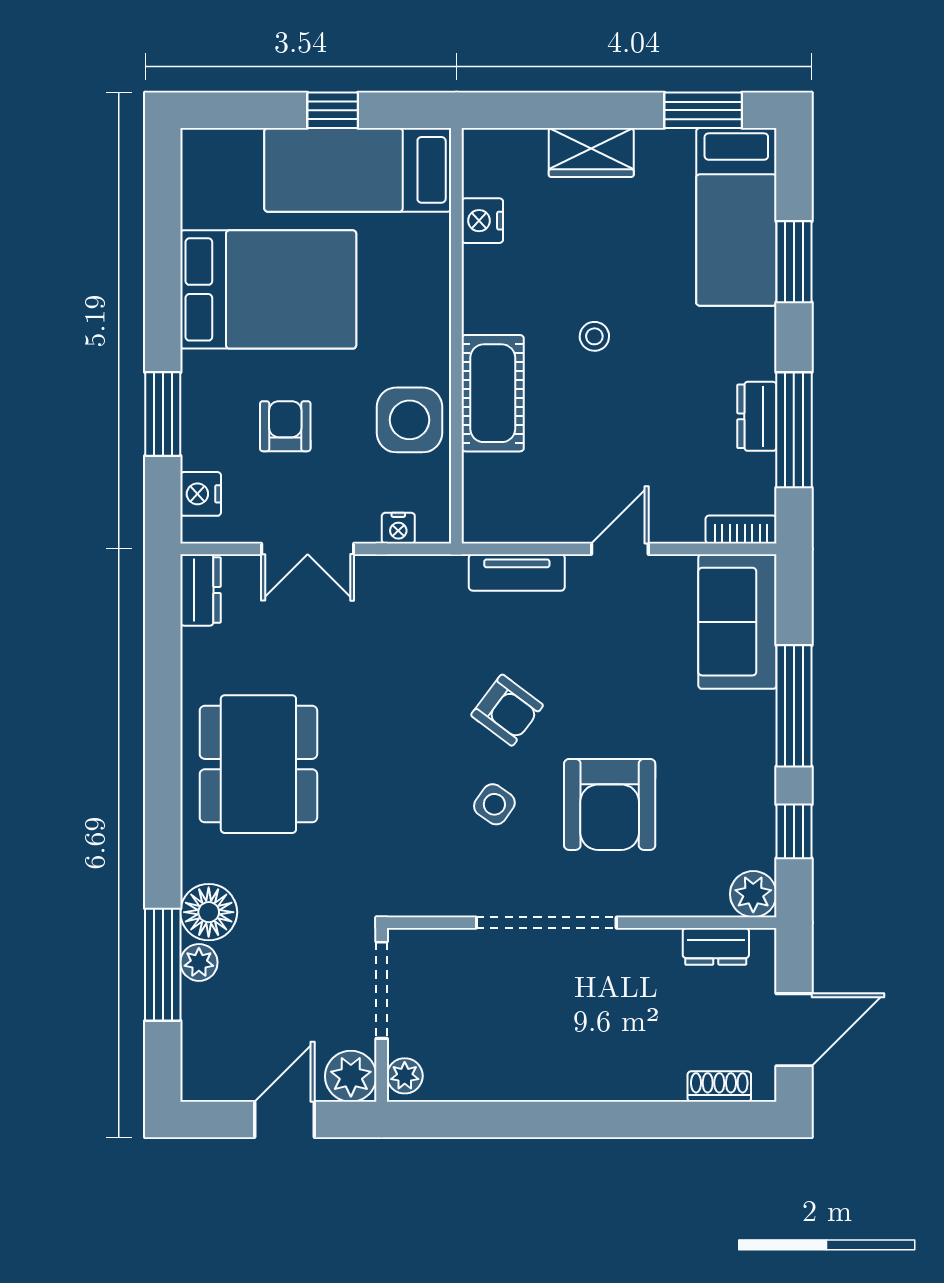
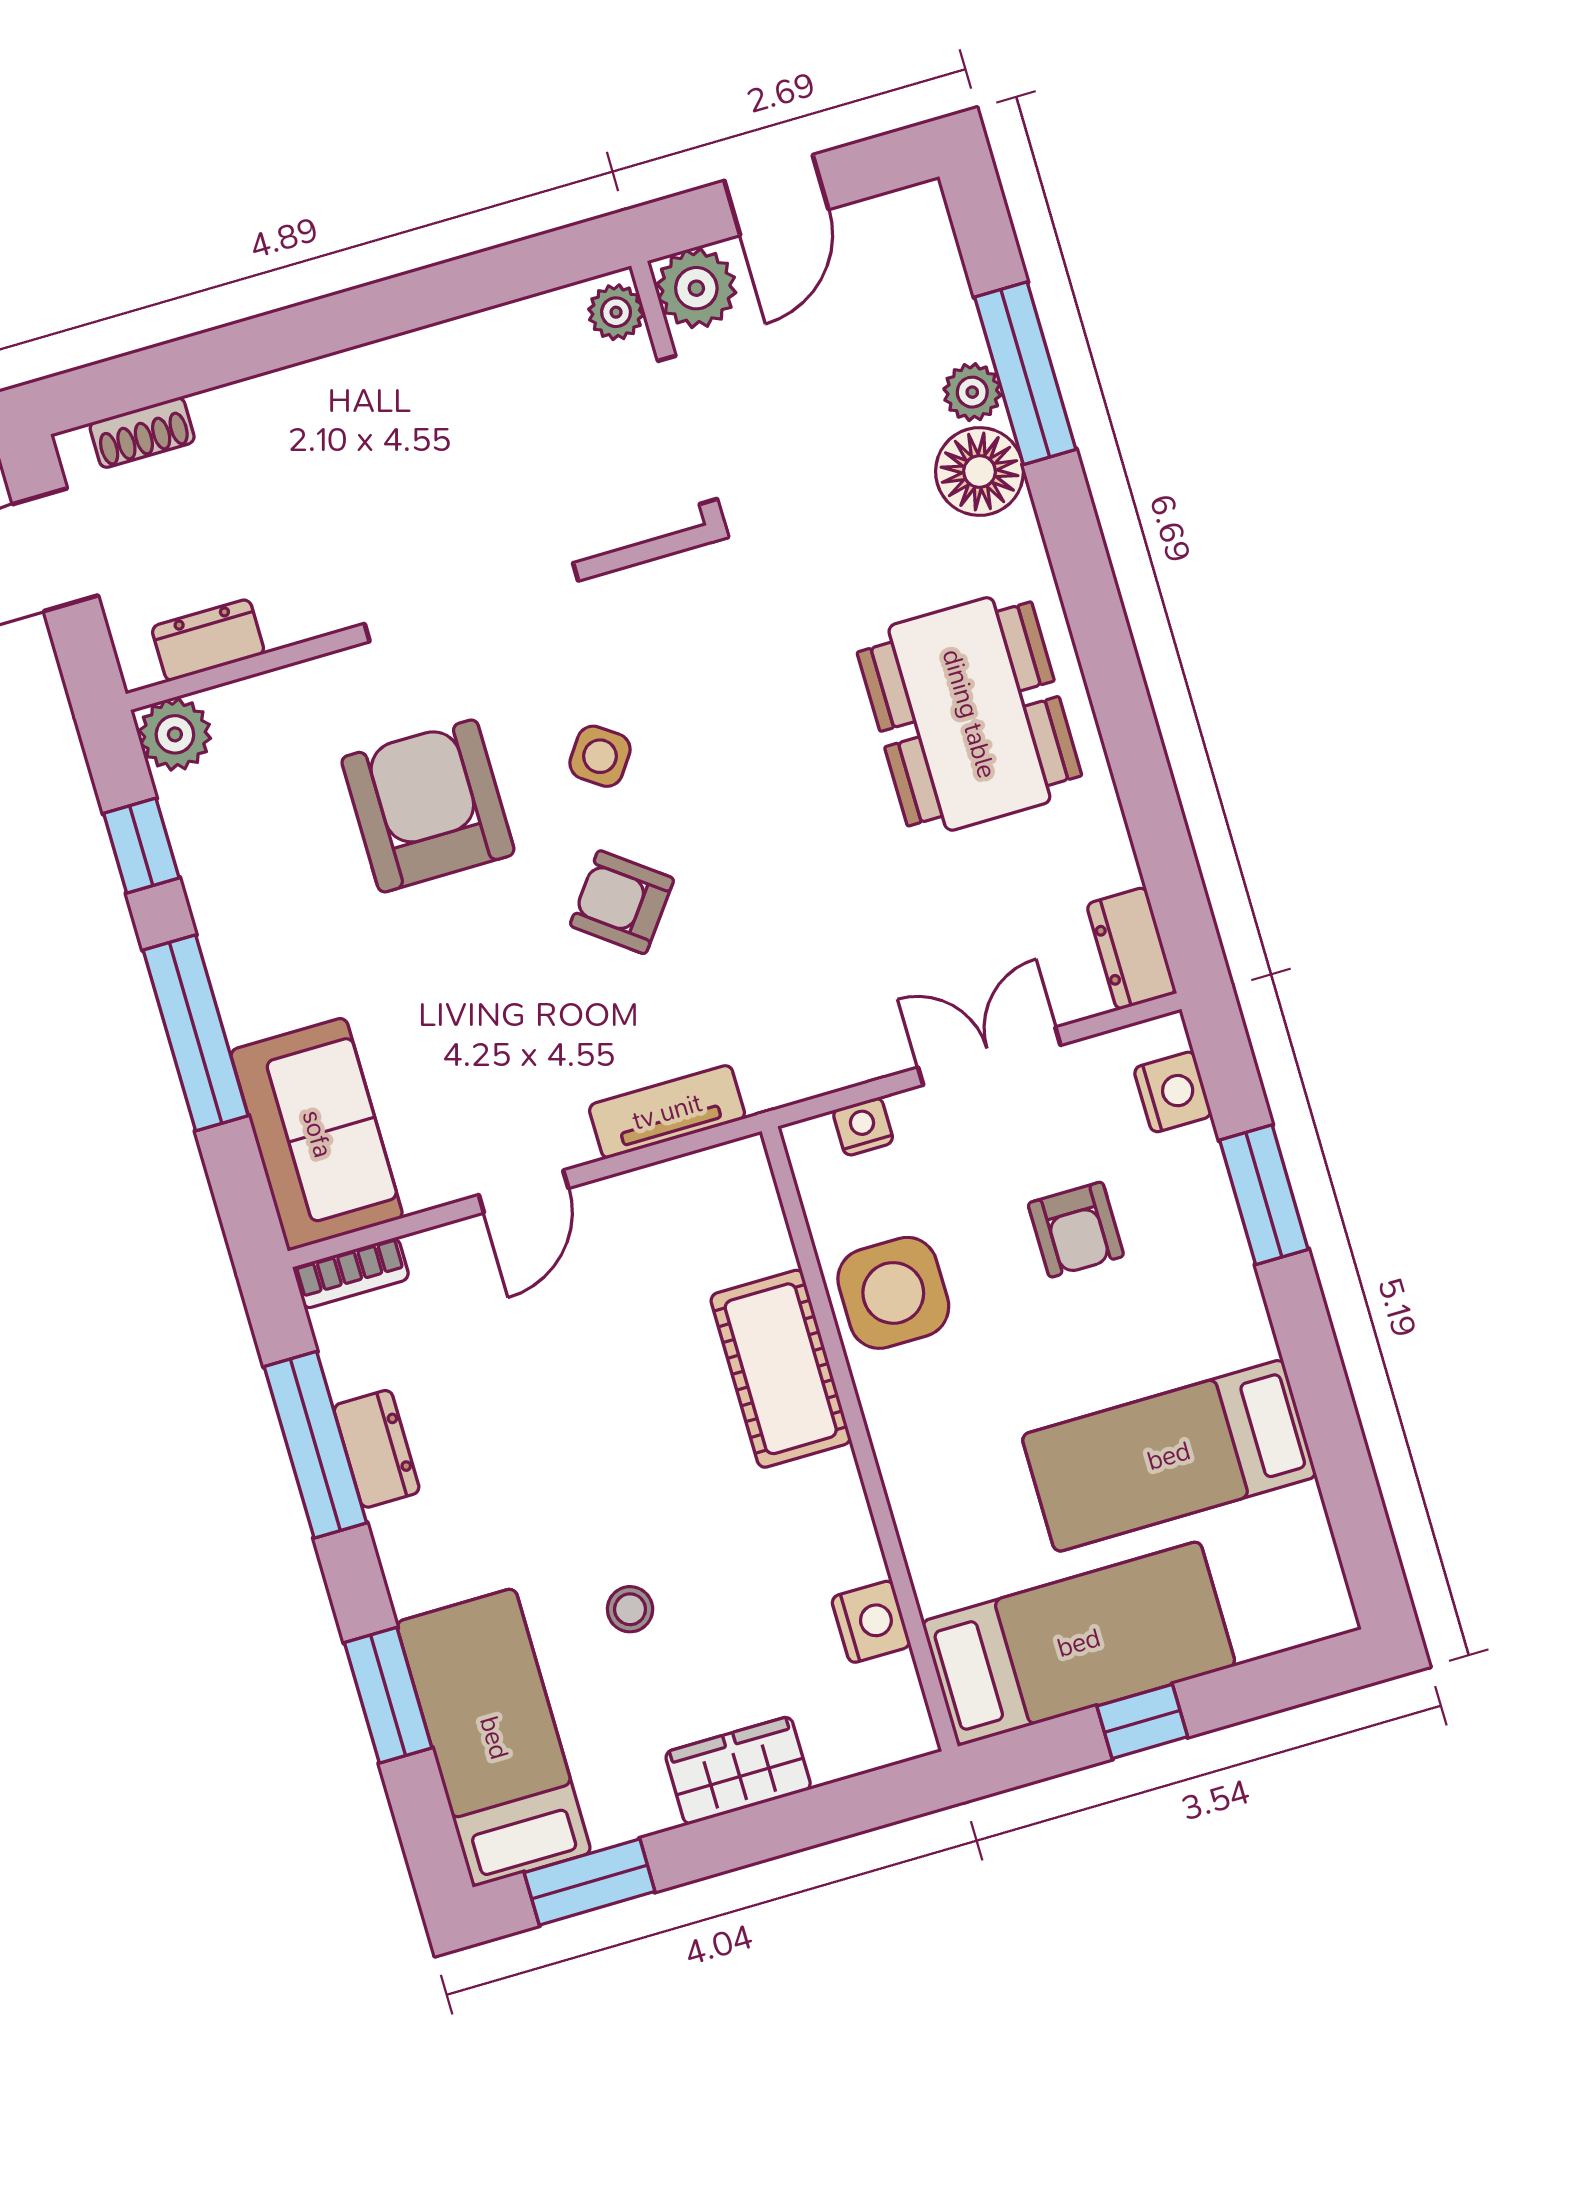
bed: (268, 289) -> (1169, 1456), width x0.67
stool: (594, 336) -> (630, 1609), moved

